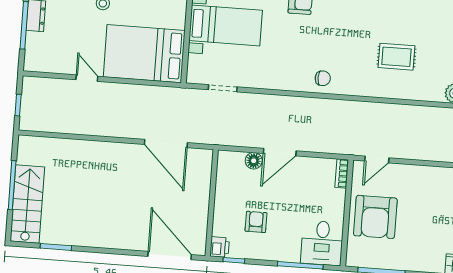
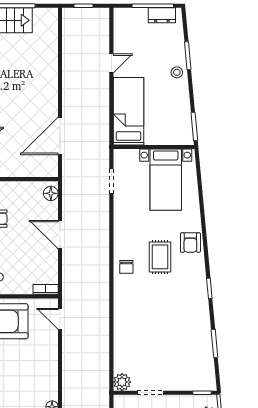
bed: (144, 54) -> (128, 111), width x0.67
rug: (396, 57) -> (160, 257), moved
floor lamp: (254, 161) -> (51, 193), moved

